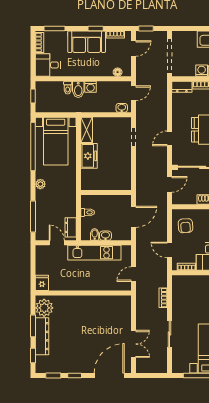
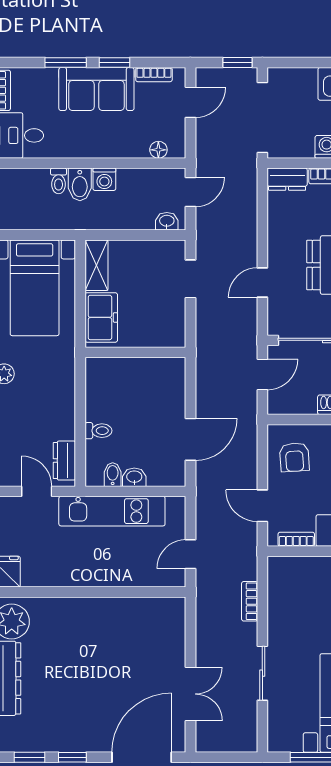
window: (55, 29) -> (66, 63), moved
window: (146, 29) -> (238, 63), moved
wall: (106, 192) -> (135, 352), moved

